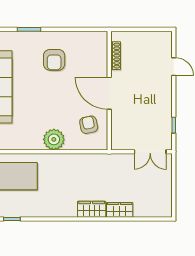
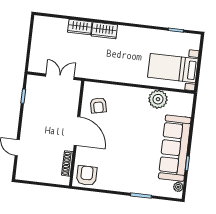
armchair: (54, 60) -> (87, 176), moved
plant: (54, 139) -> (158, 99), moved
double door: (150, 152) -> (60, 77), moved

